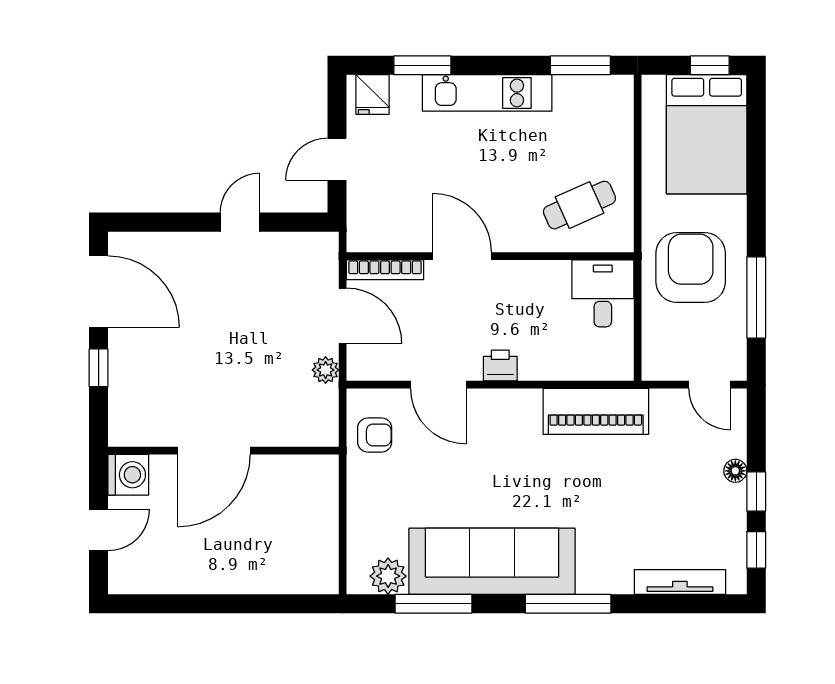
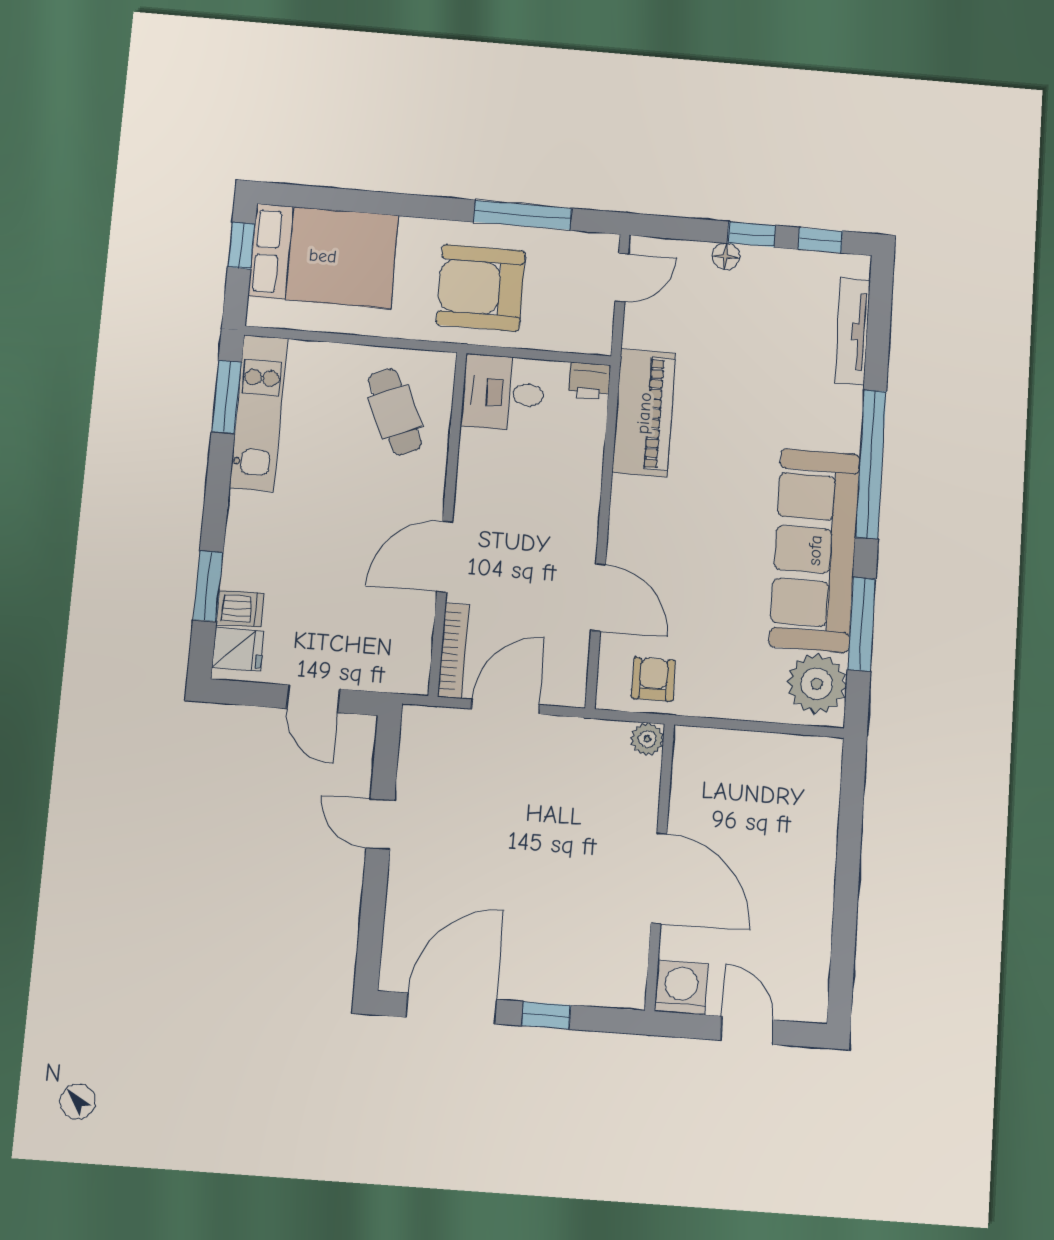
dishwasher: (406, 93) -> (240, 609), added
kitchen unit: (487, 93) -> (259, 413), moved
printer: (500, 366) -> (589, 381), moved, turned -90
plant: (326, 370) -> (647, 739), moved
door: (438, 385) -> (598, 597), hinge flipped
plant: (388, 576) -> (817, 684), width x1.36, depth x1.36
window: (568, 604) -> (871, 464), width x1.46

